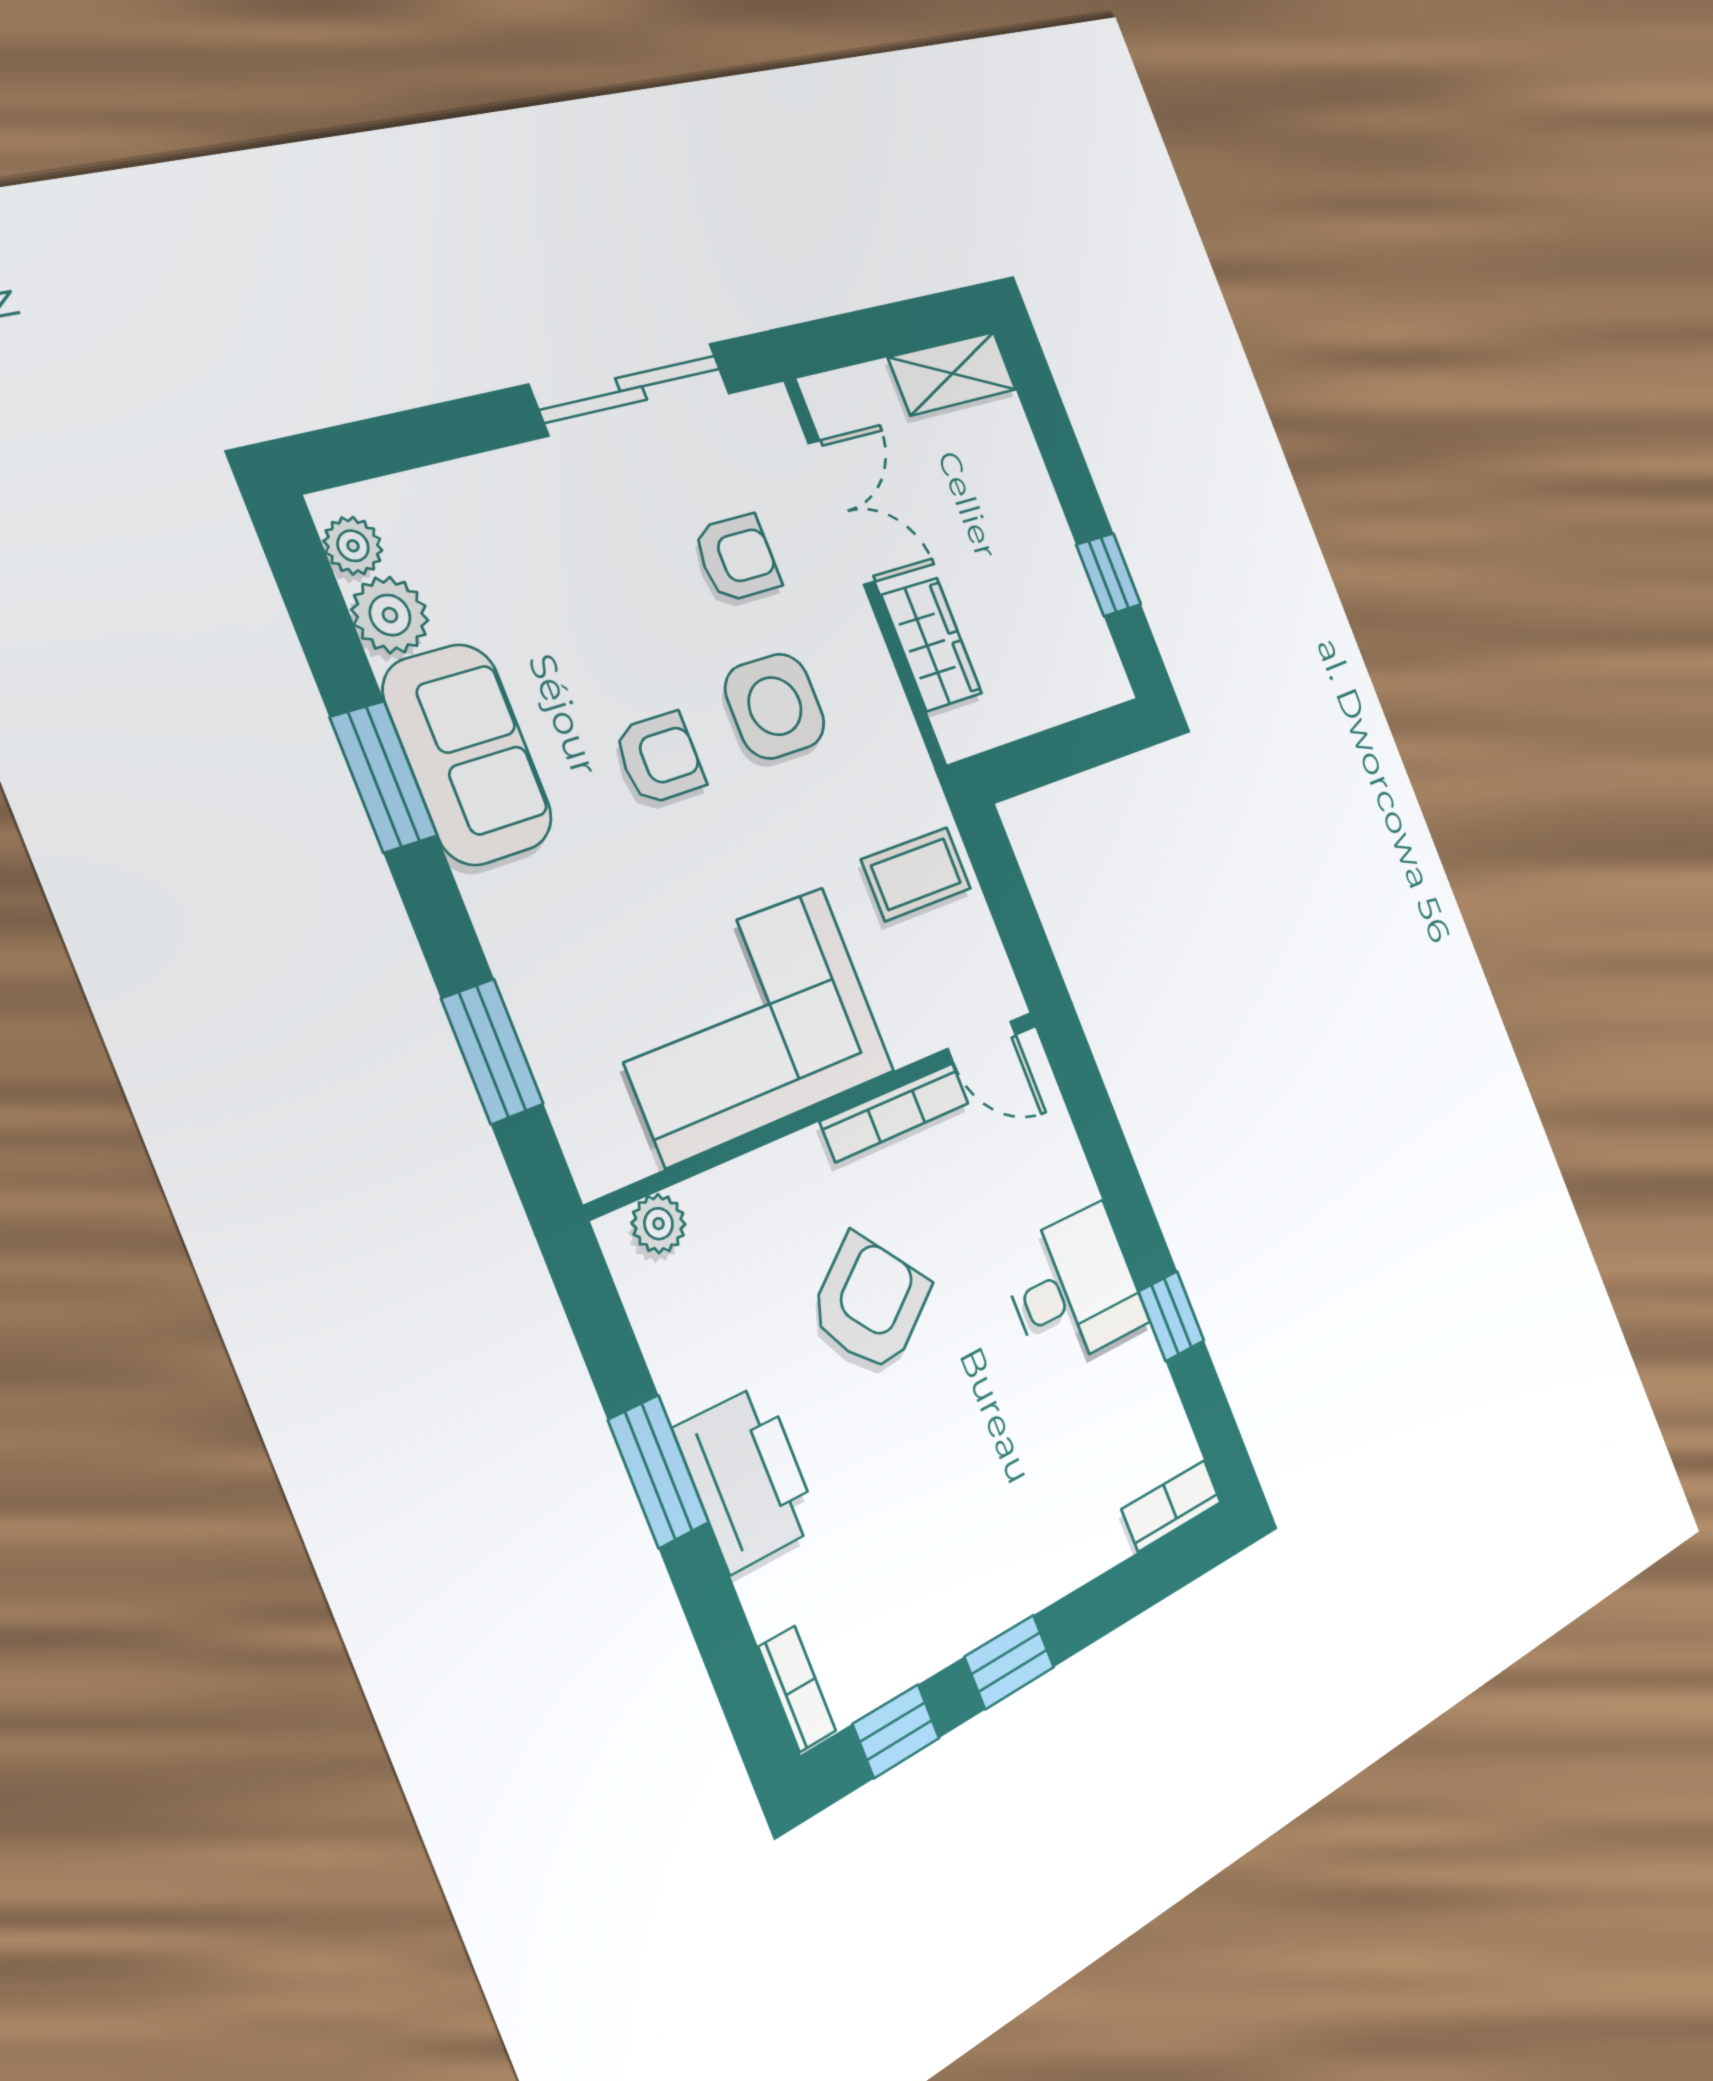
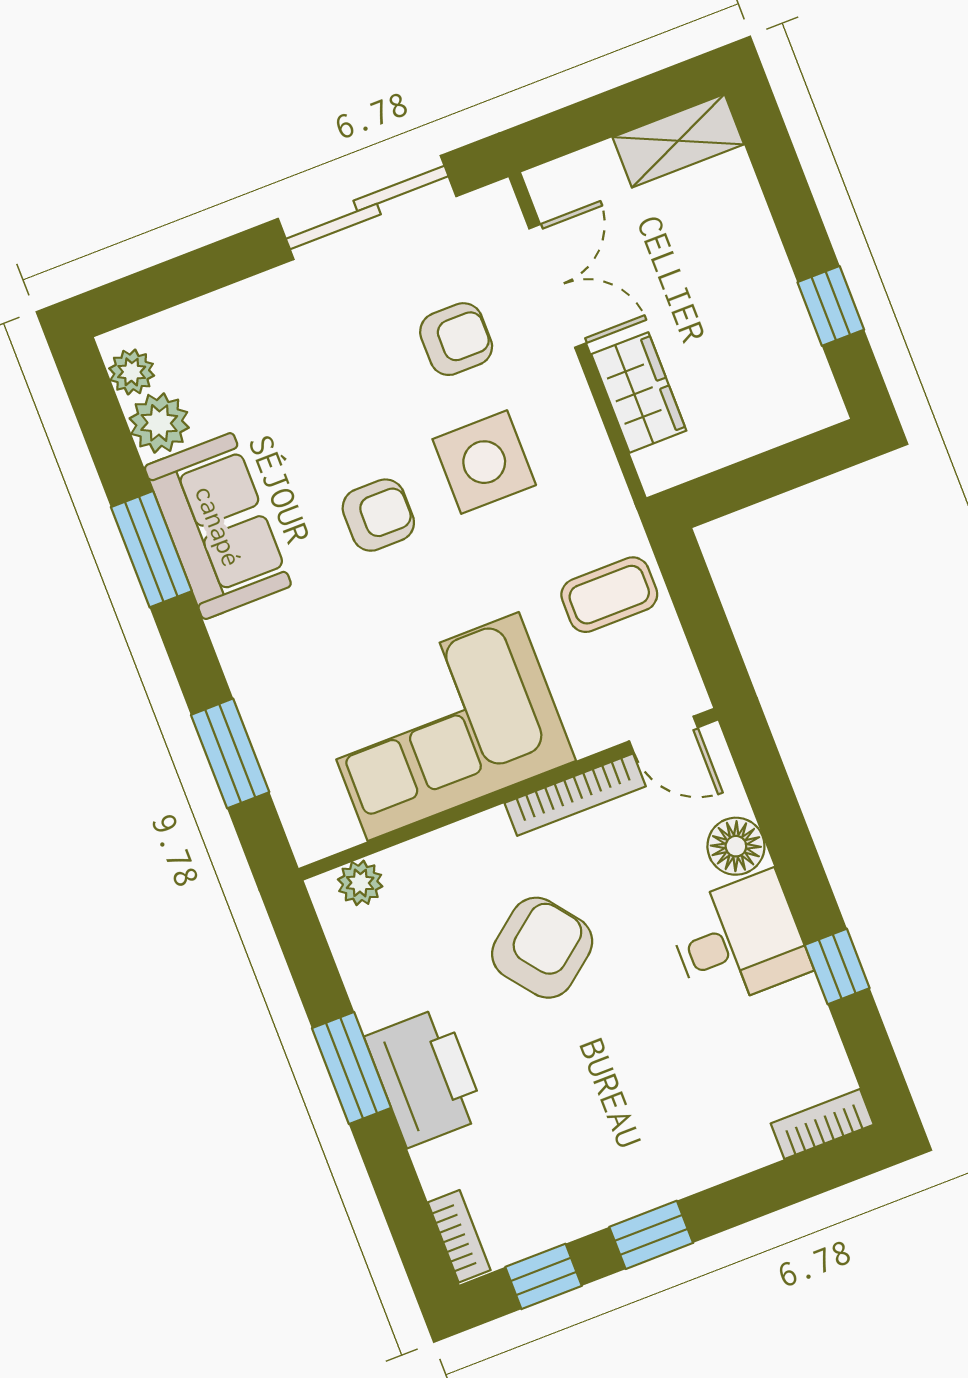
floor lamp: (1063, 1176) -> (736, 846), added

